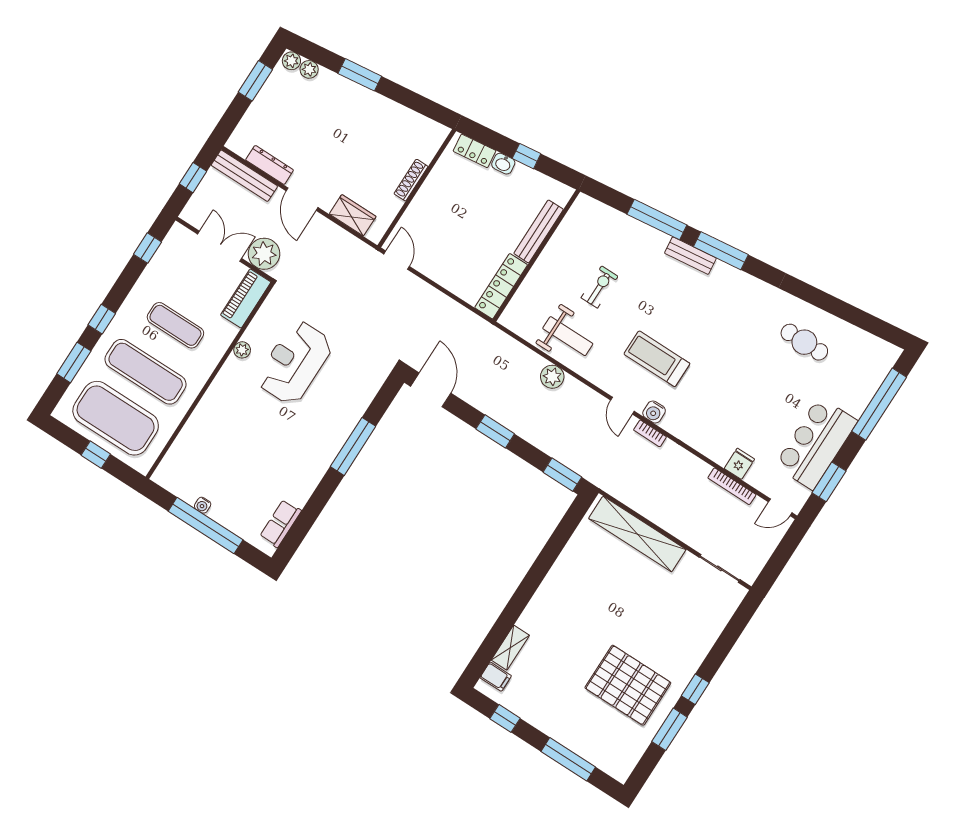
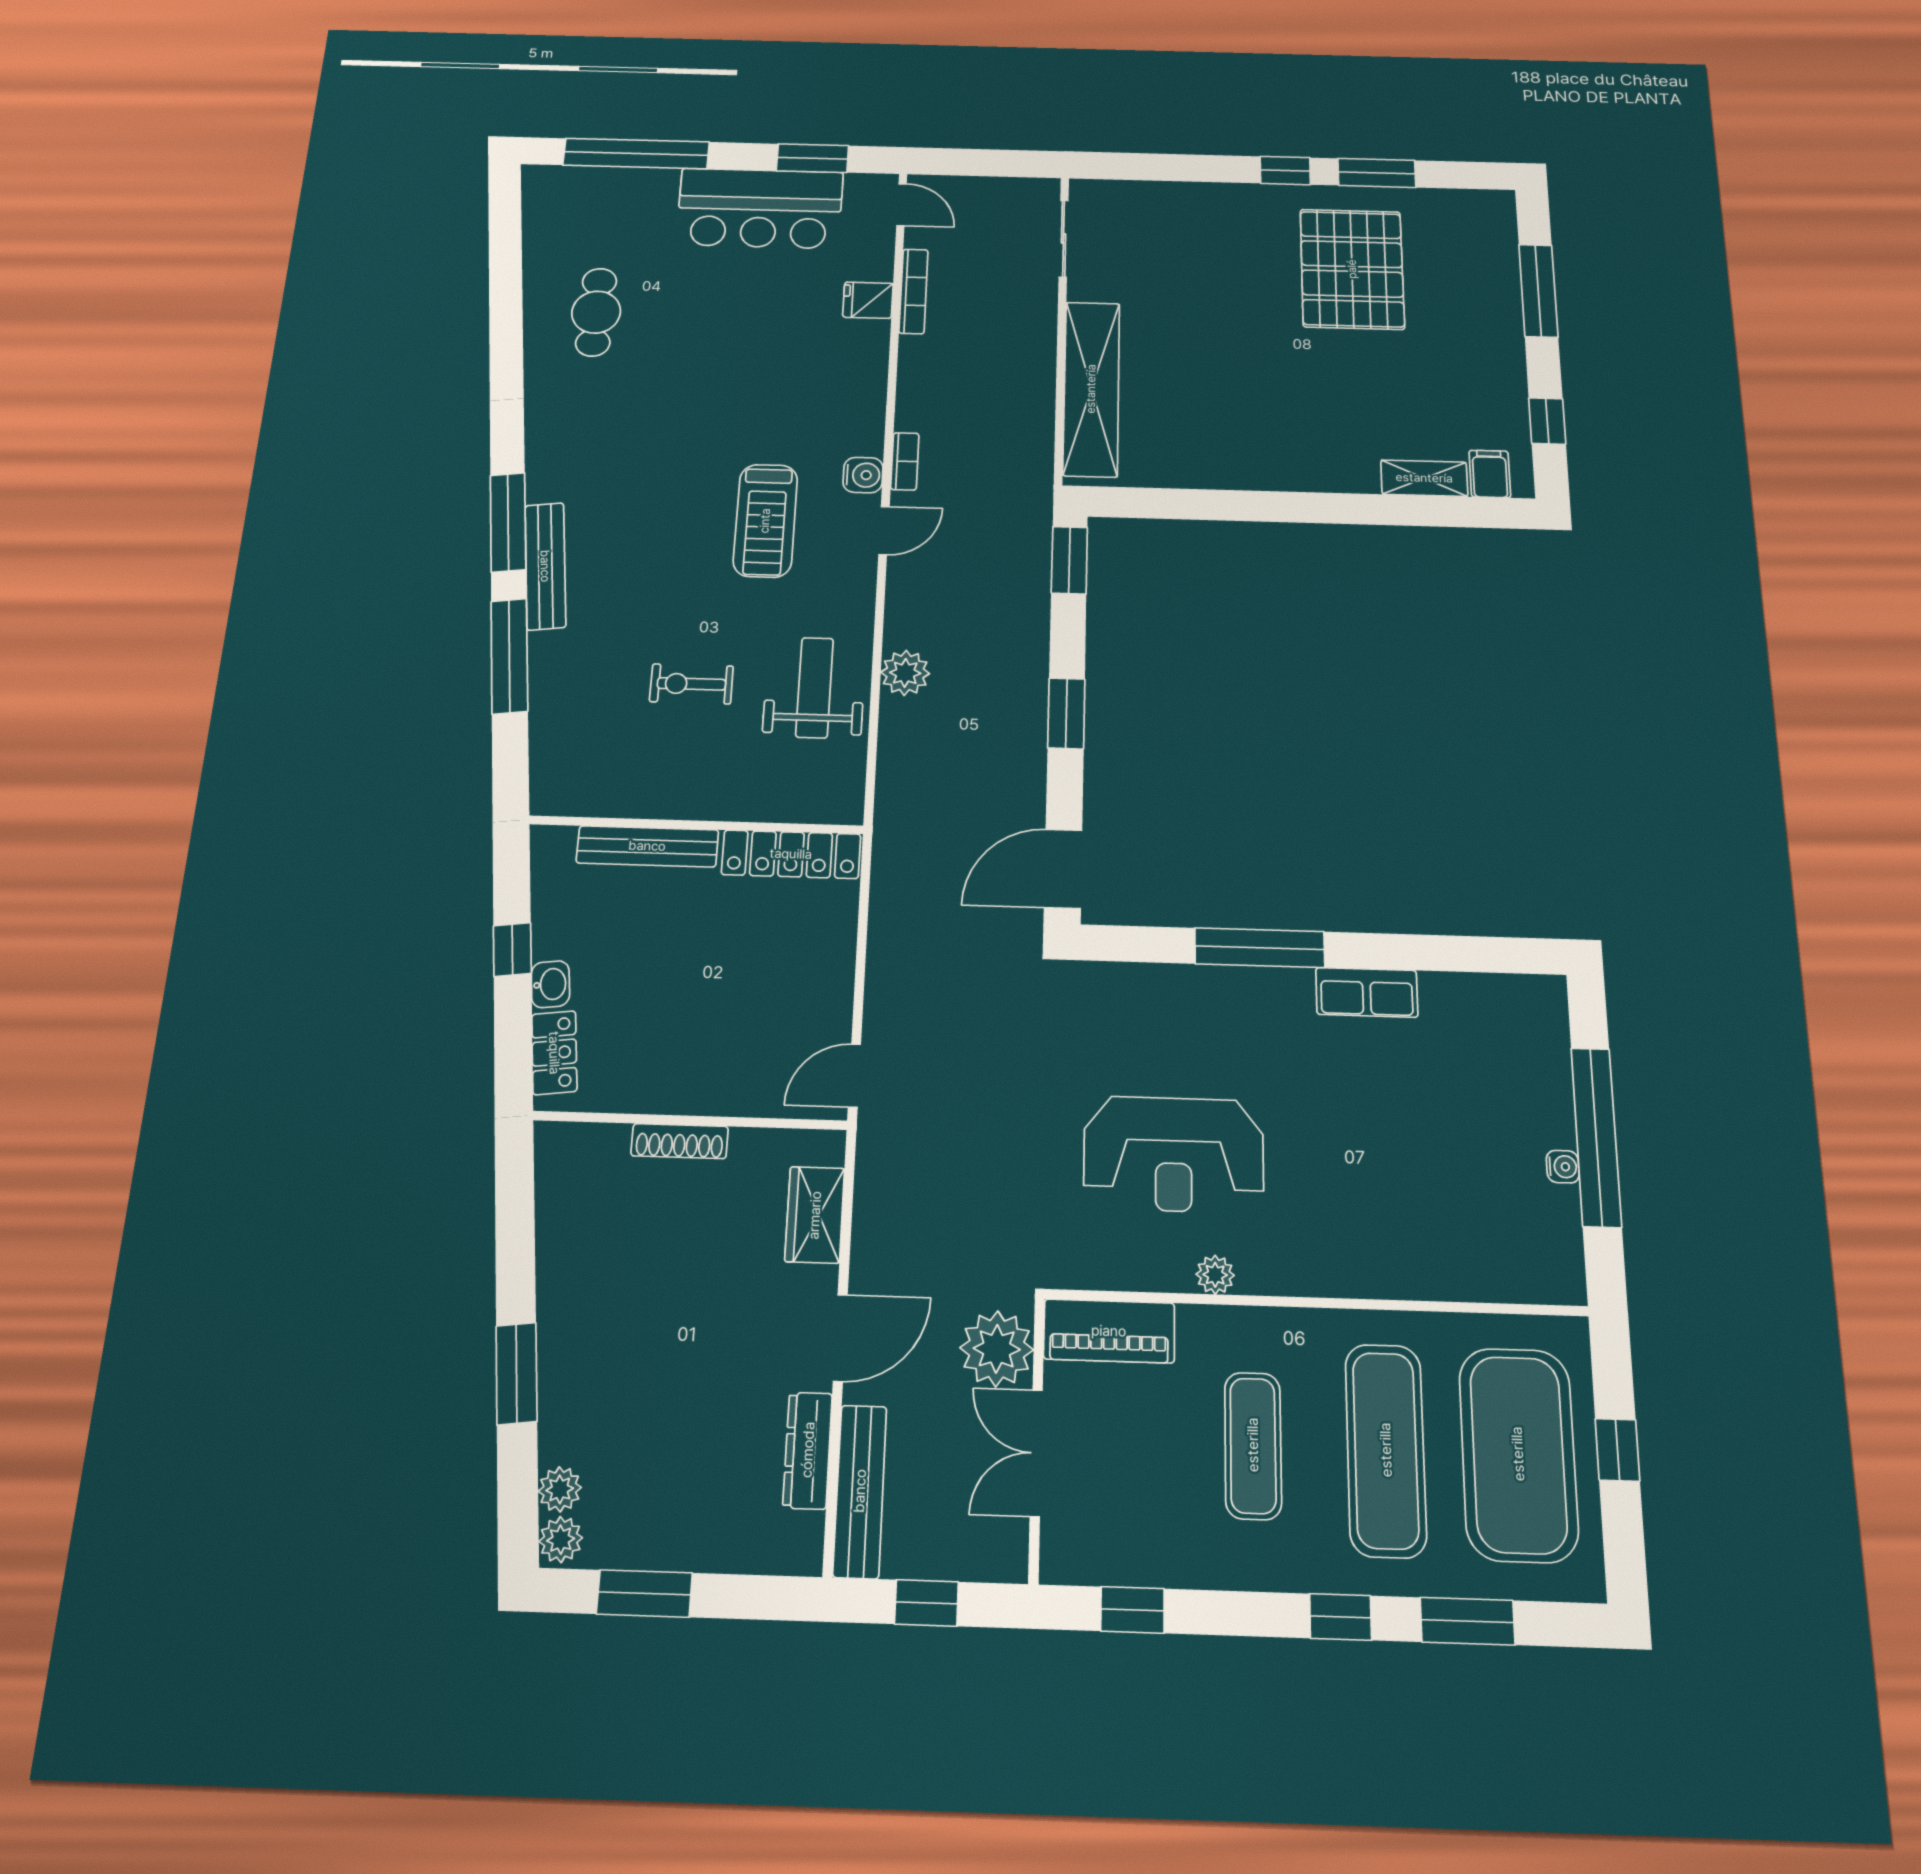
bench: (690, 256) -> (545, 566), width x1.36
row of seats: (281, 523) -> (1367, 992), moved

